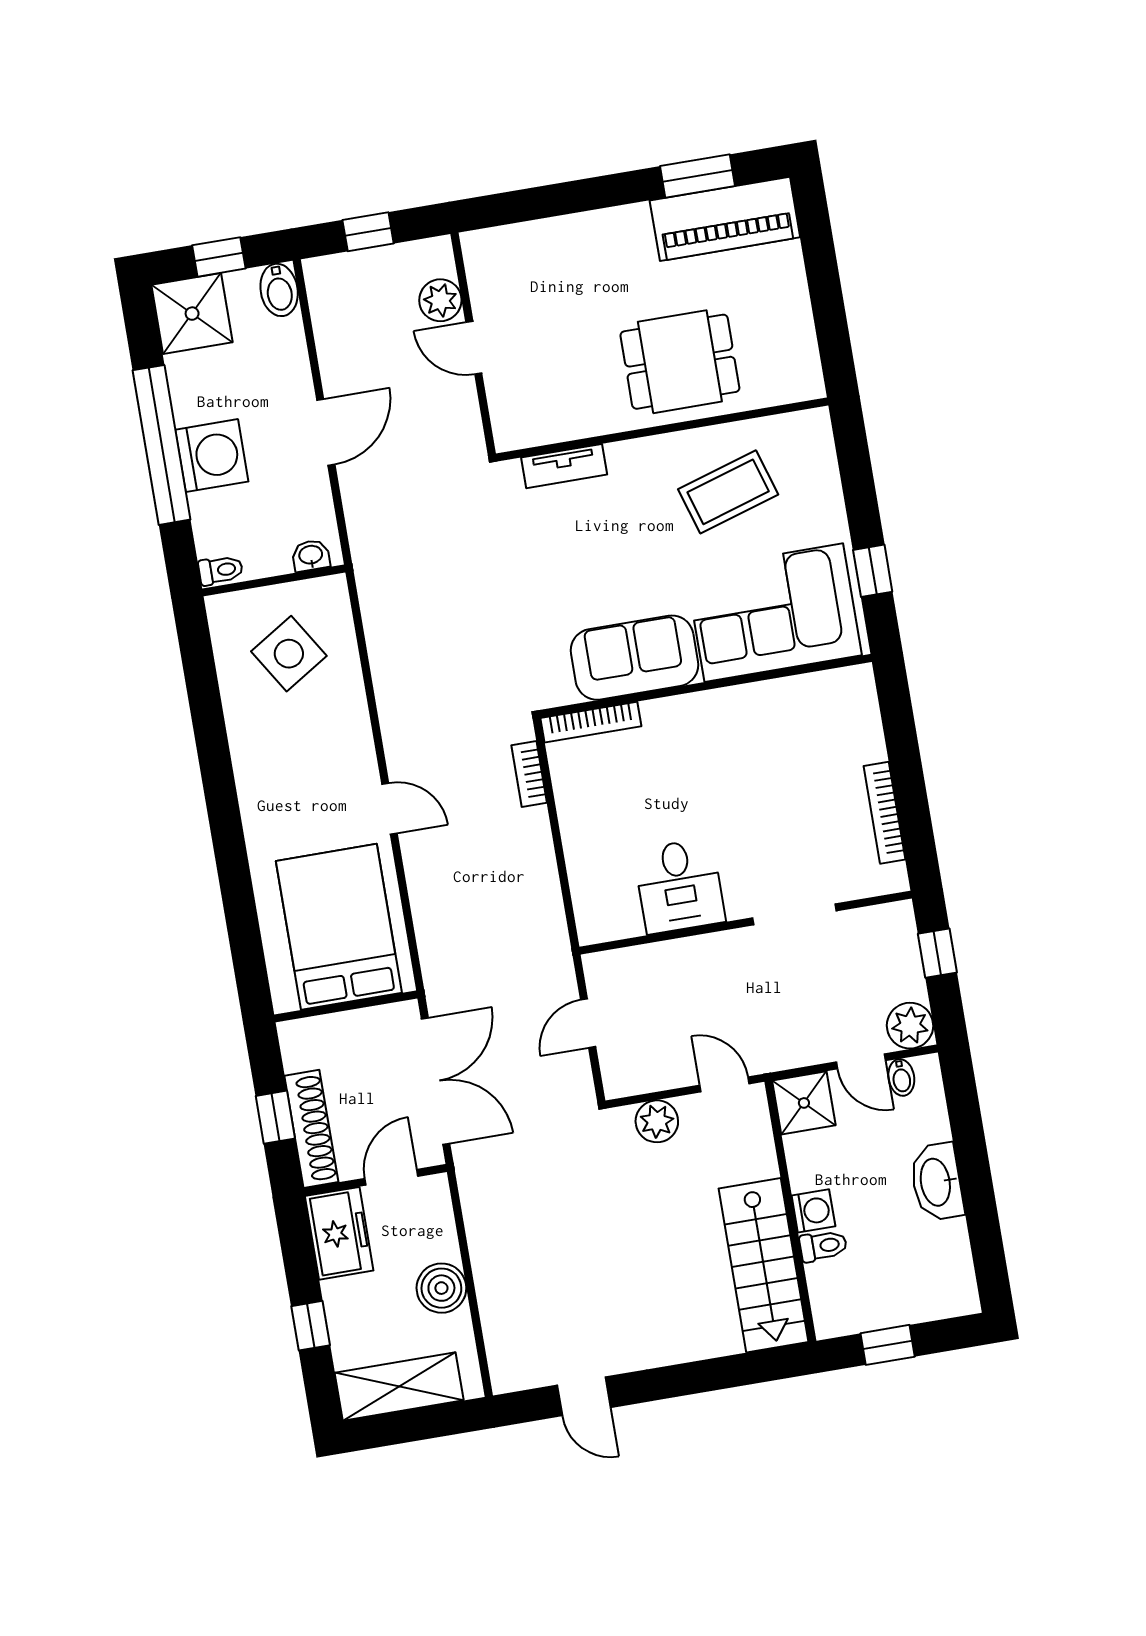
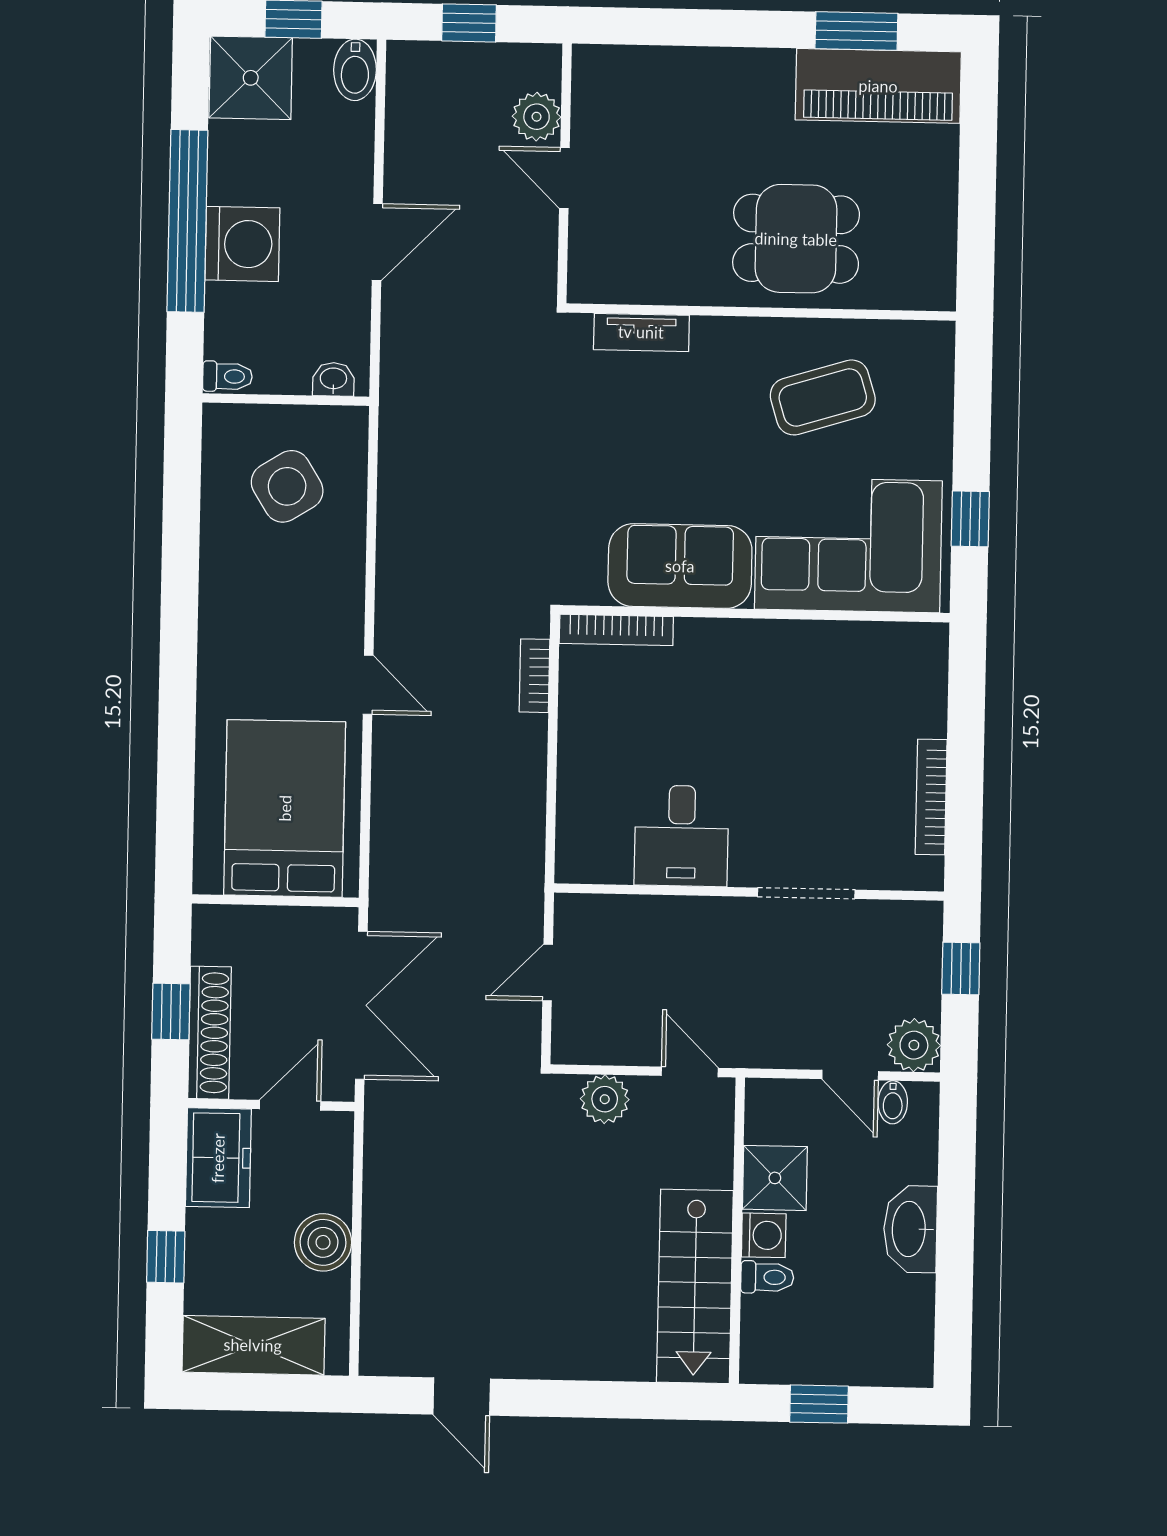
shower: (804, 1103) -> (775, 1178), moved

